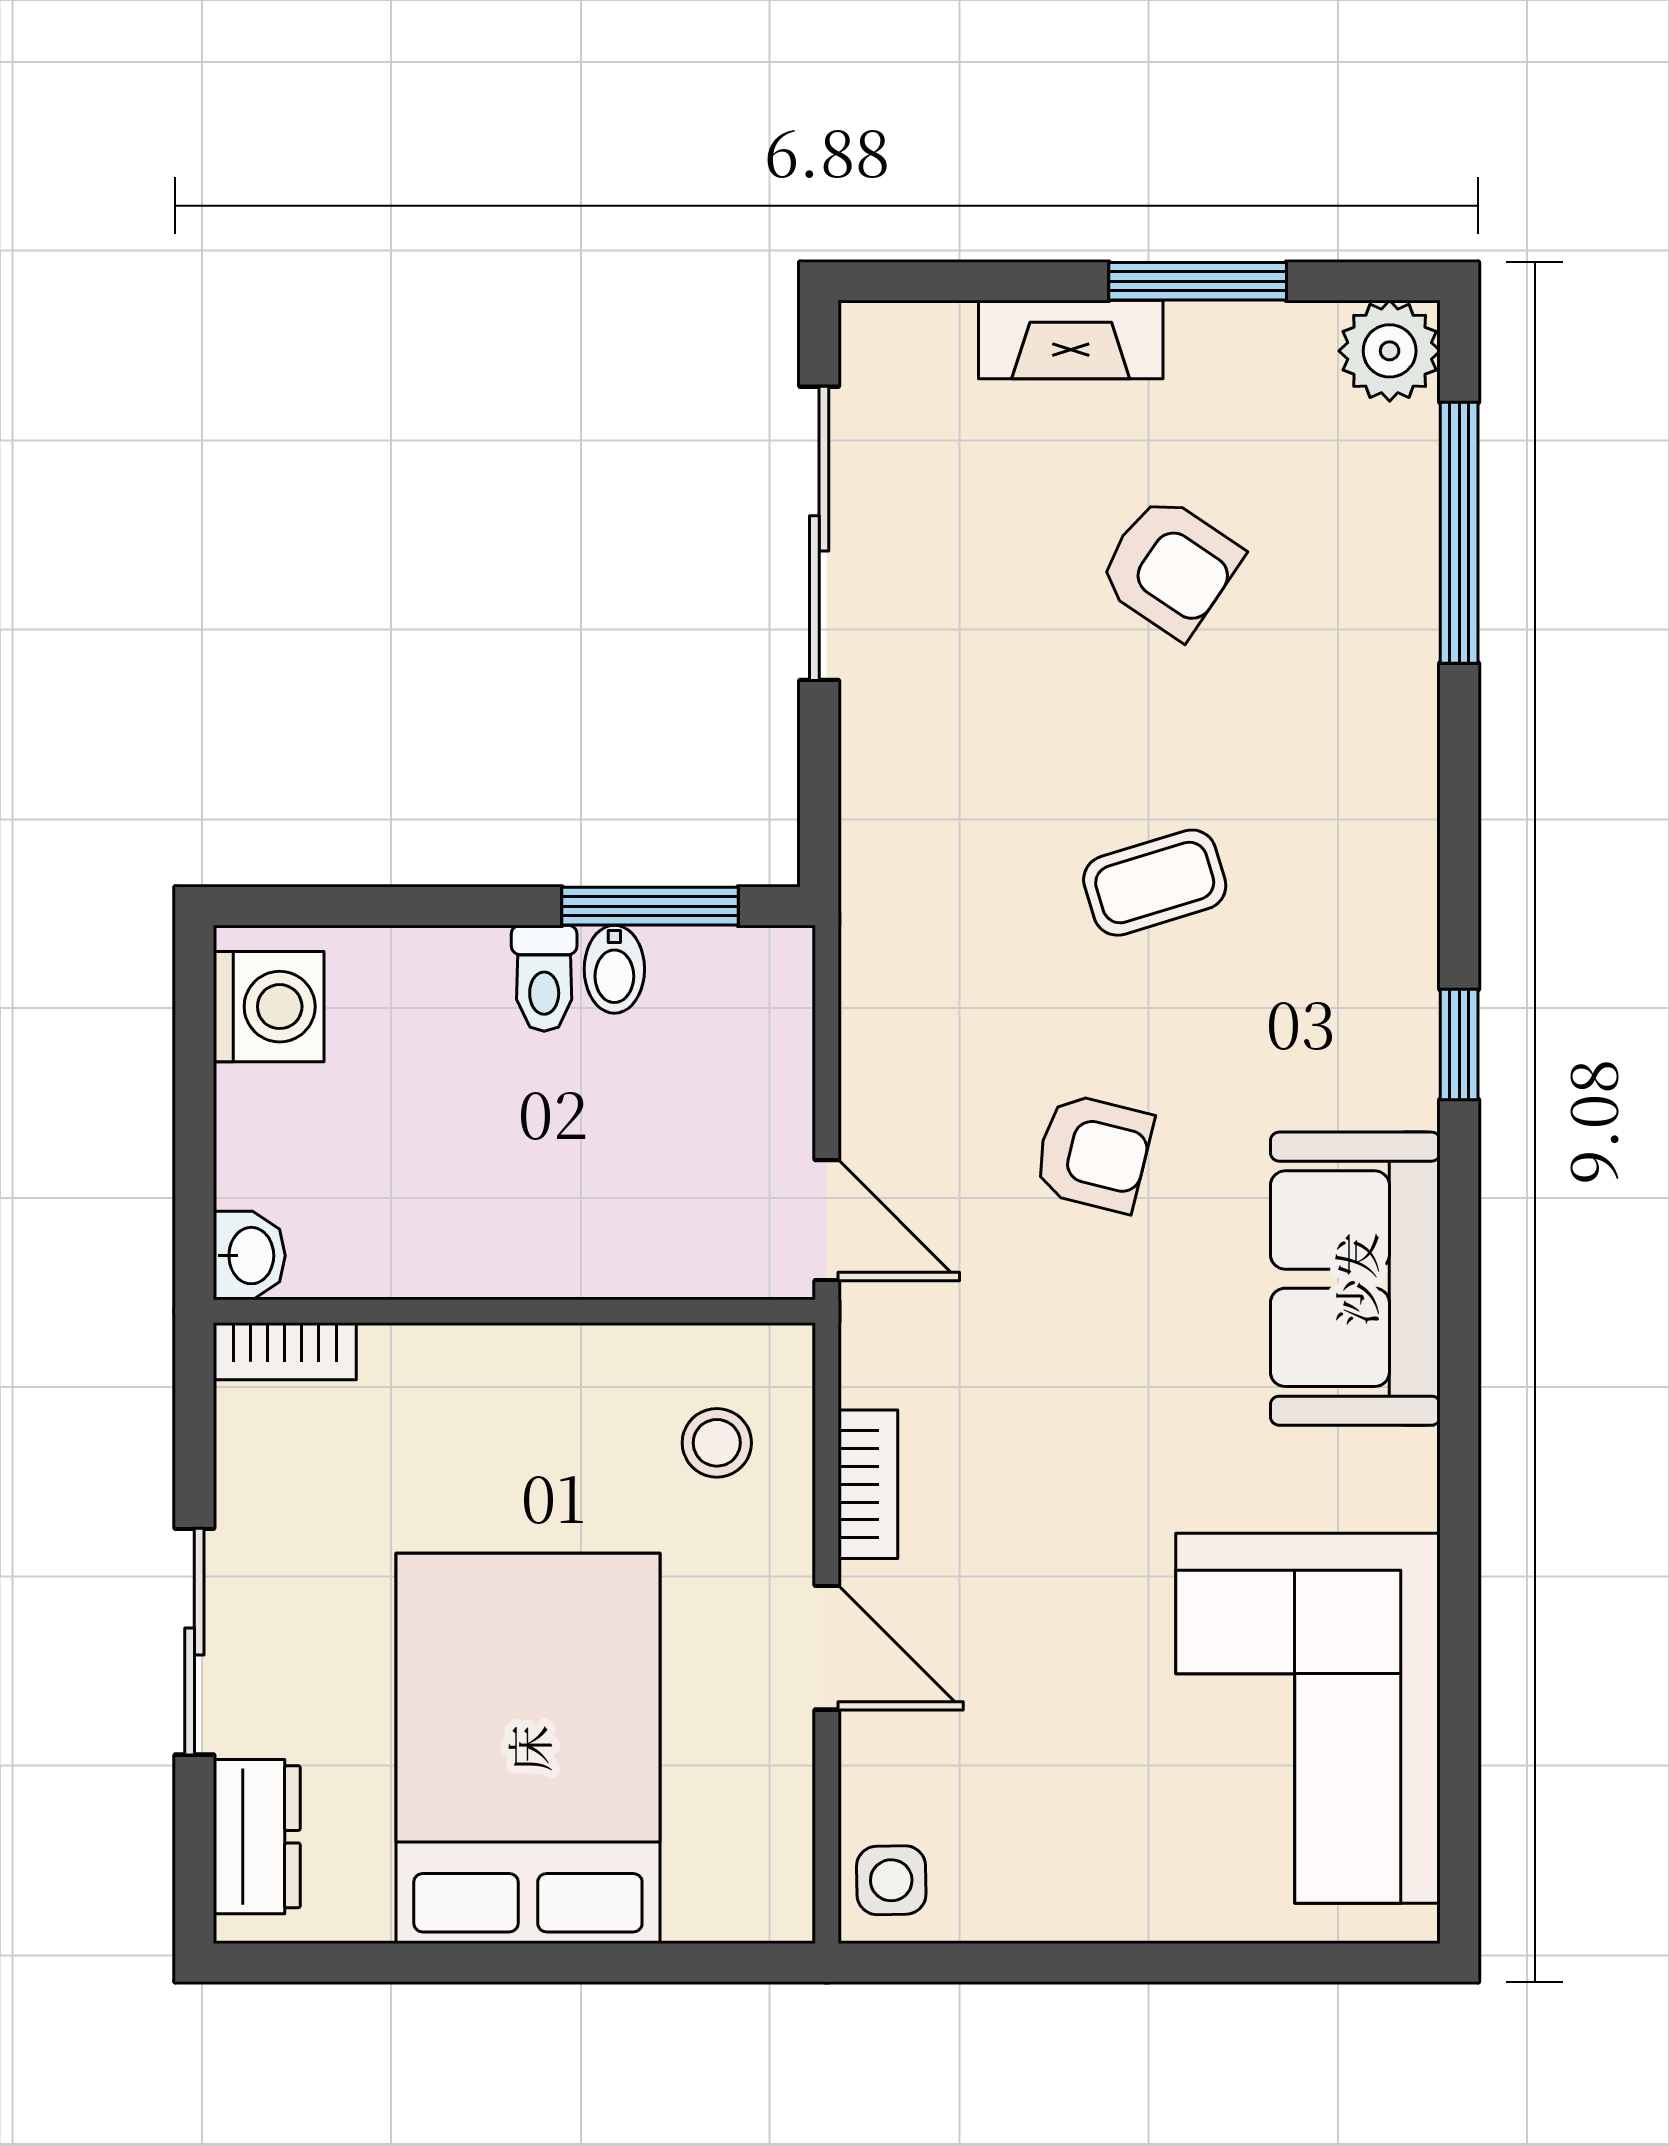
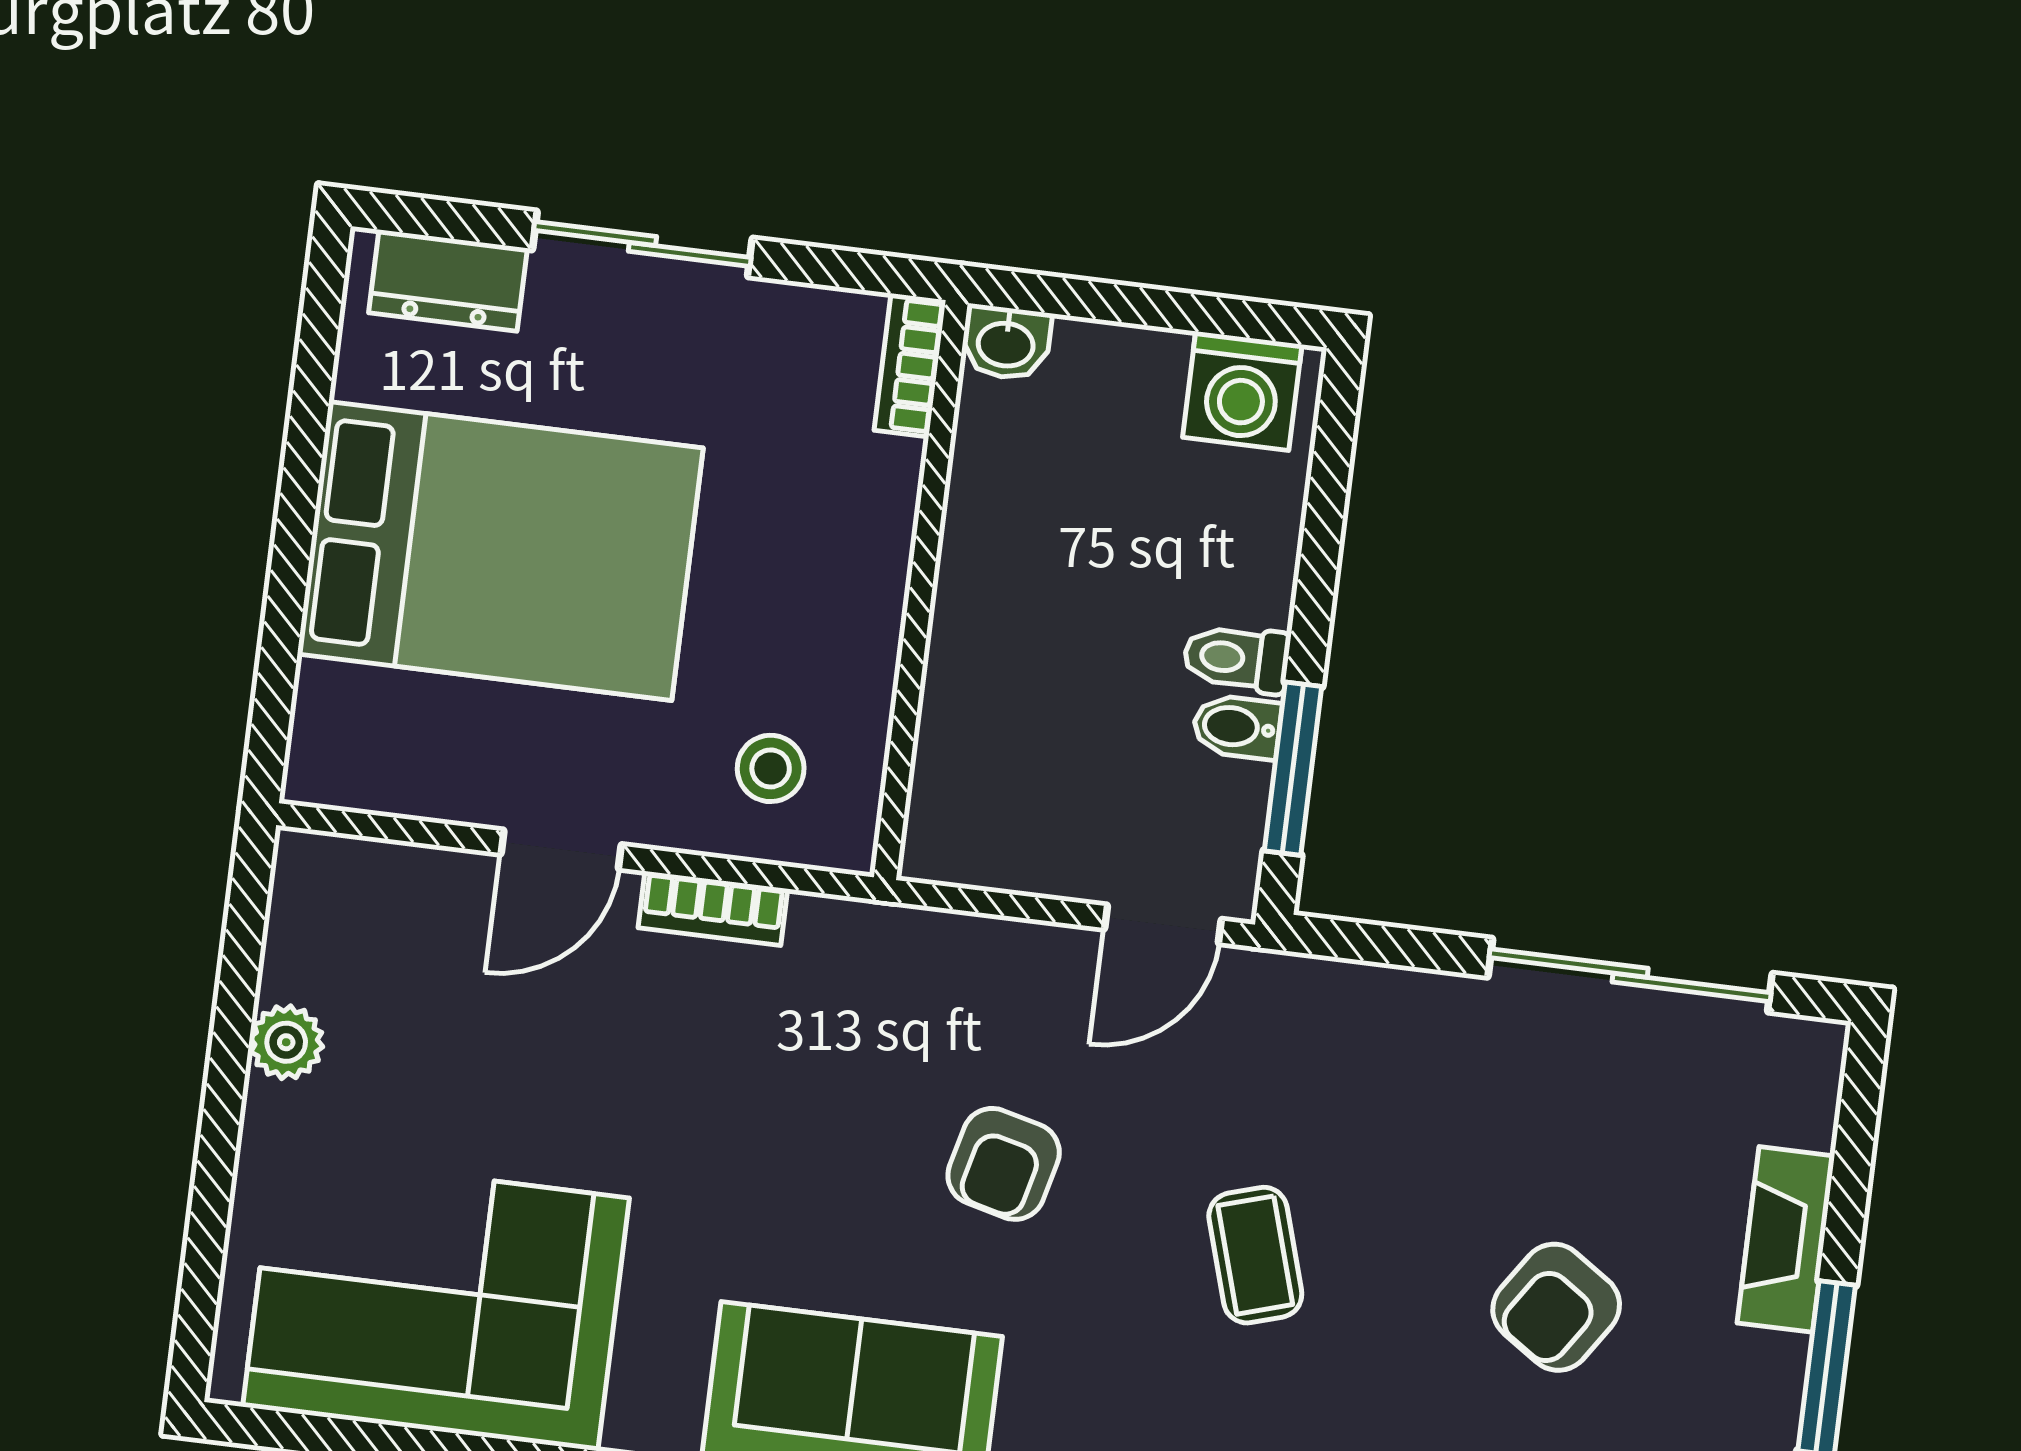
door: (827, 1220) -> (1163, 924), moved
side table: (891, 1880) -> (330, 883), removed
plant: (1060, 1905) -> (286, 1042), added

